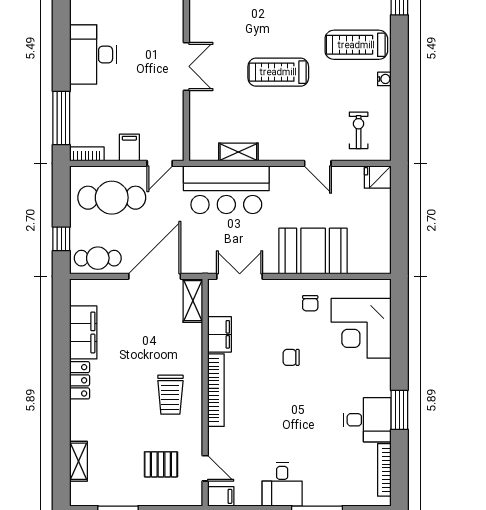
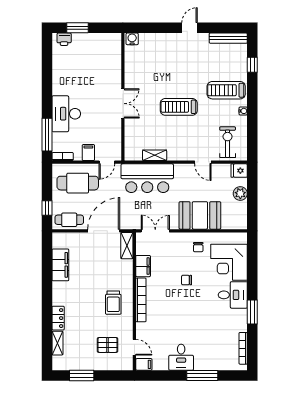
desk: (93, 55) -> (66, 114), moved
exercise bike: (359, 130) -> (228, 142), width x1.38, depth x1.39
plant: (380, 215) -> (240, 193), added
locker: (80, 380) -> (58, 318), moved
desk: (367, 420) -> (233, 295), moved

